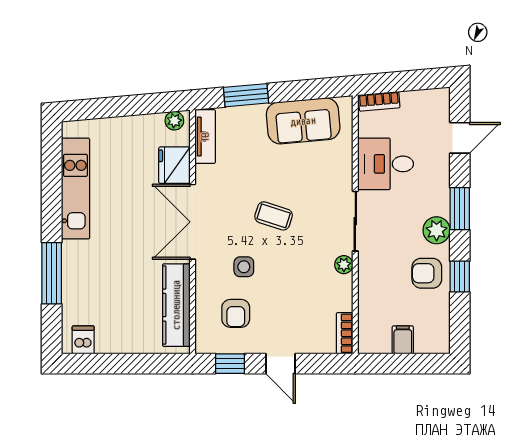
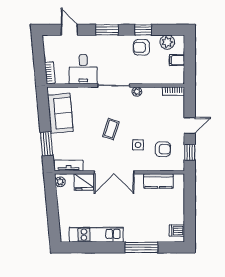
plant: (437, 230) -> (167, 42), moved
armchair: (427, 273) -> (141, 47), turned 90
kitchen counter: (176, 305) -> (158, 181), width x0.67

